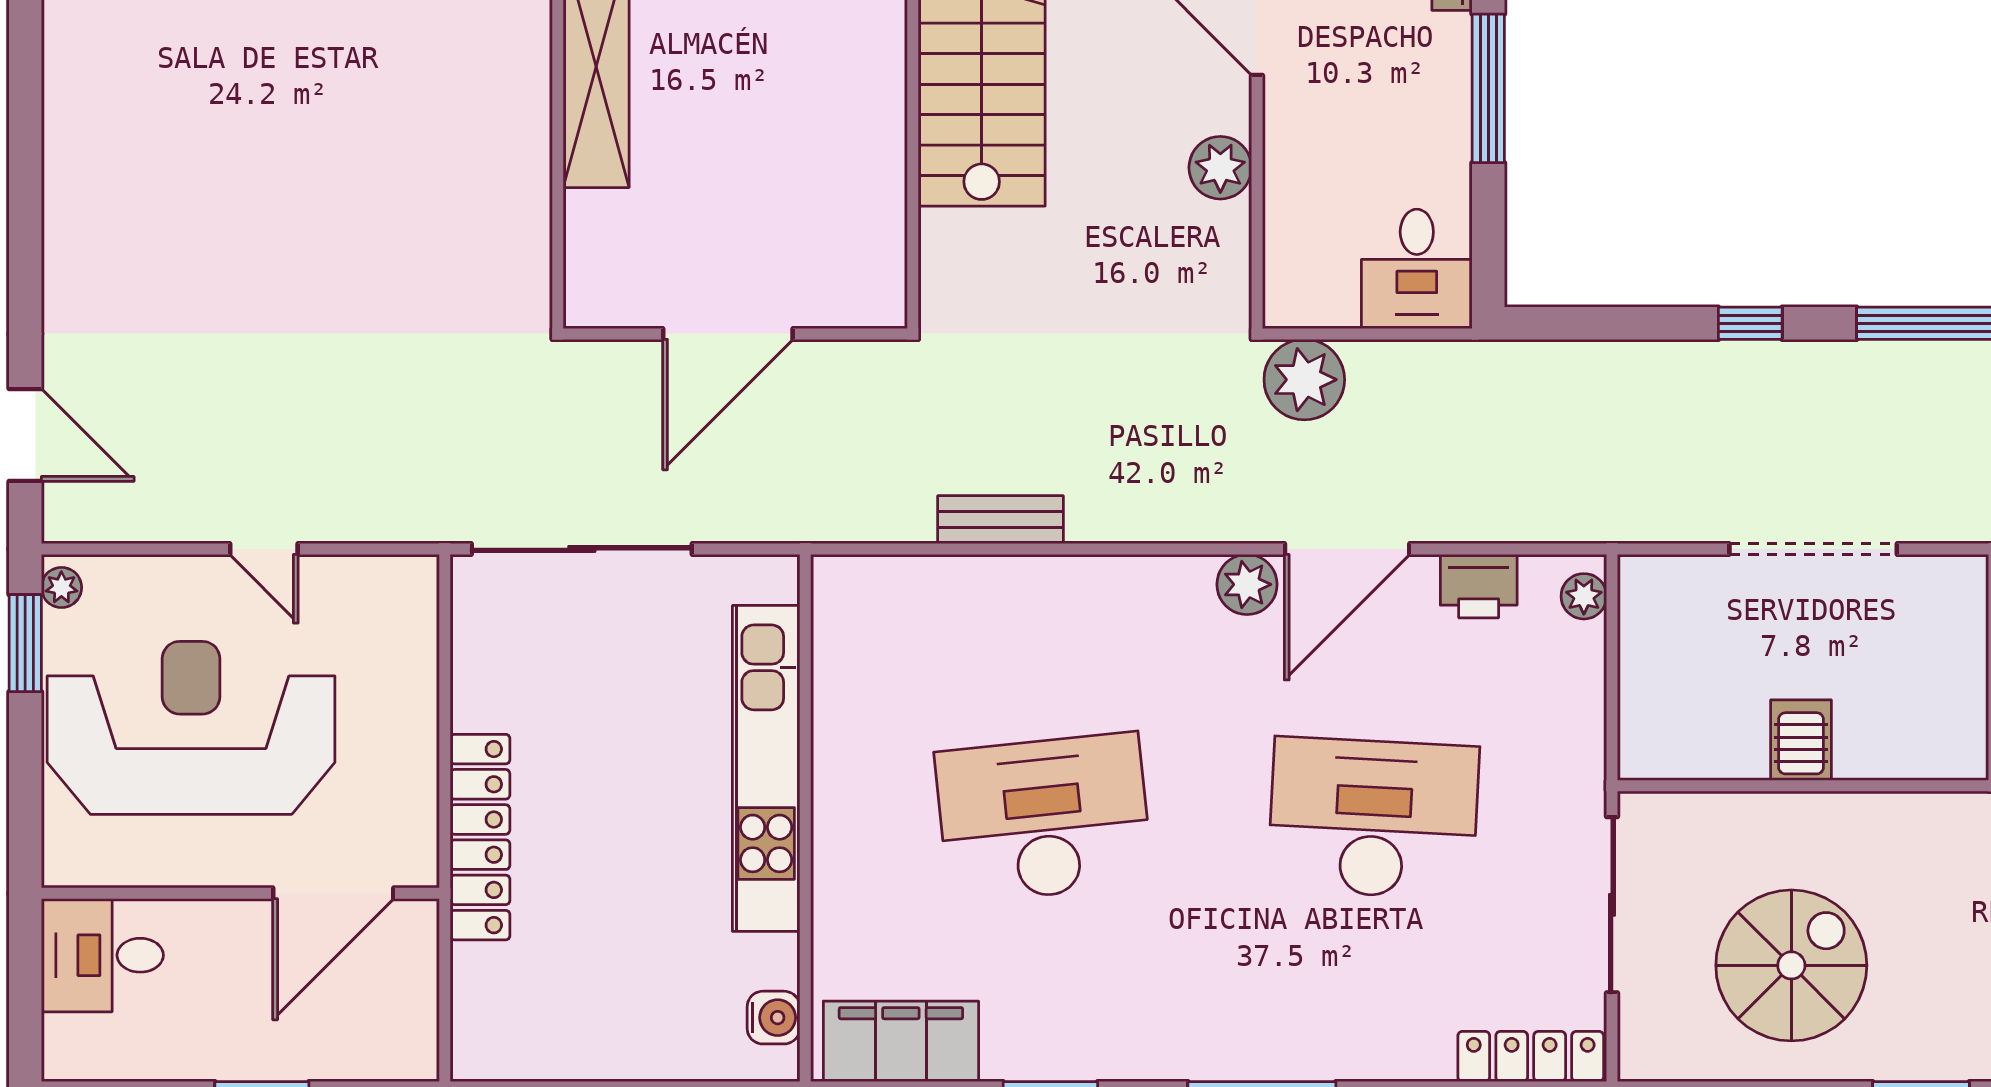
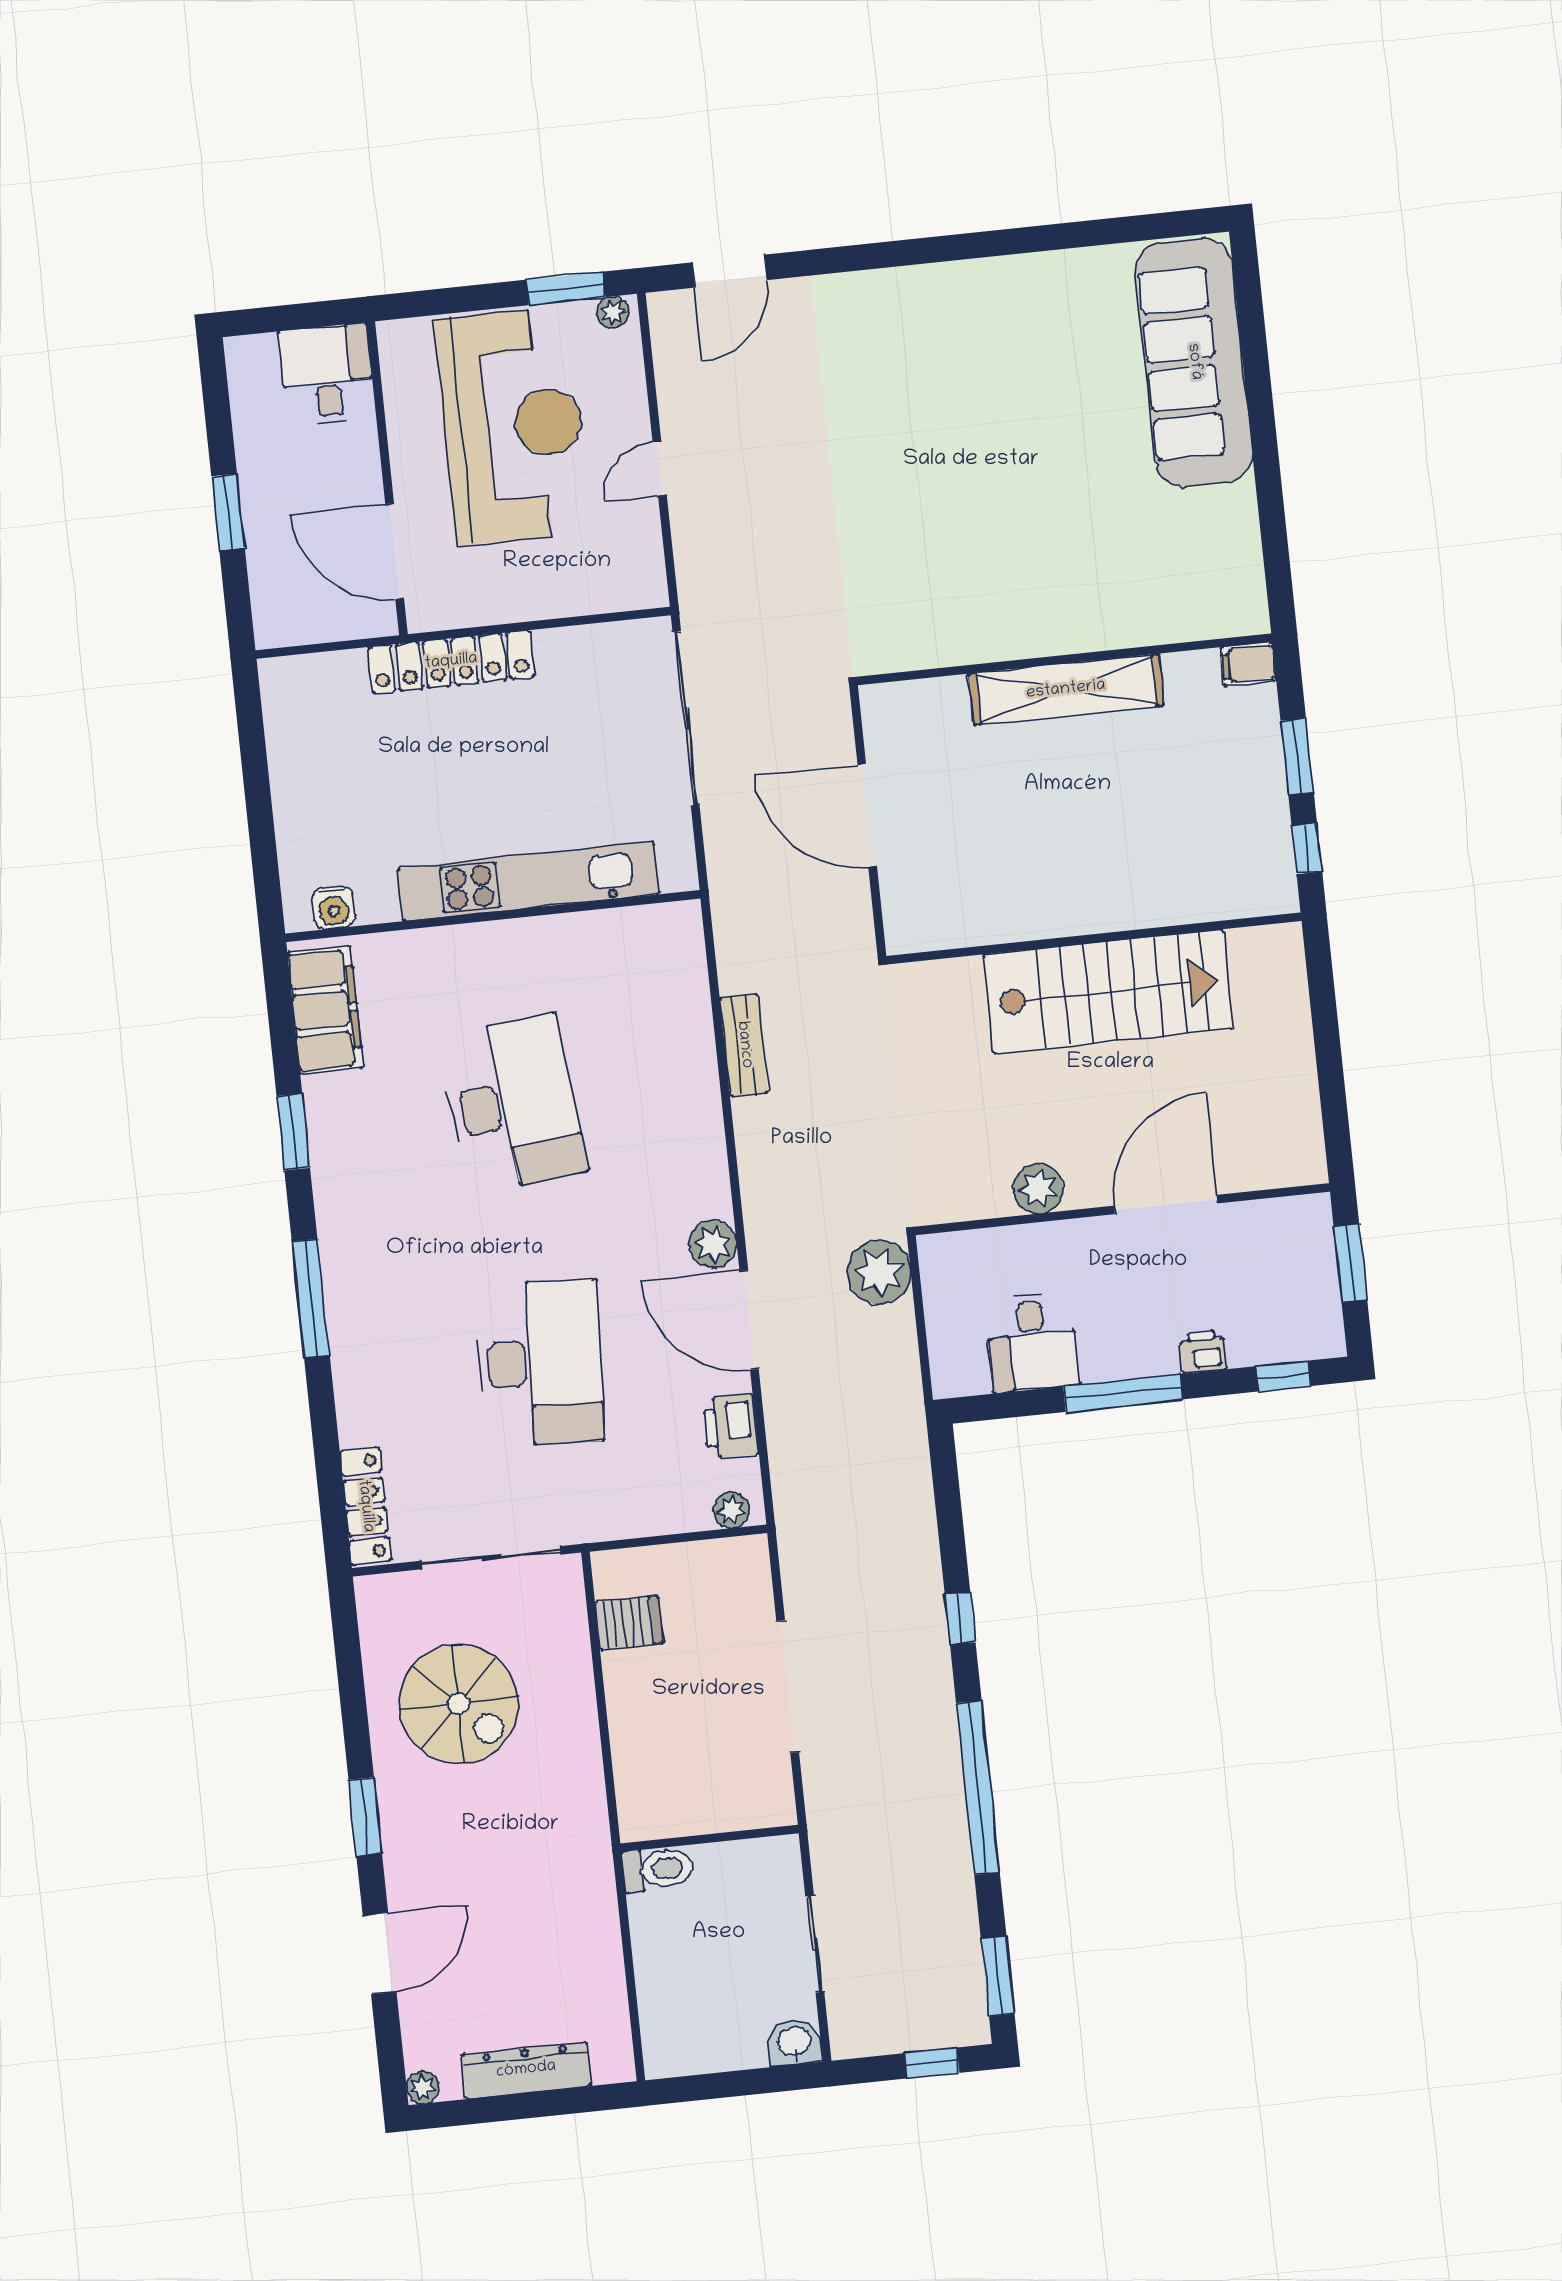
desk: (1417, 269) -> (1032, 1342), moved, turned -90
server rack: (1801, 740) -> (629, 1623), moved

